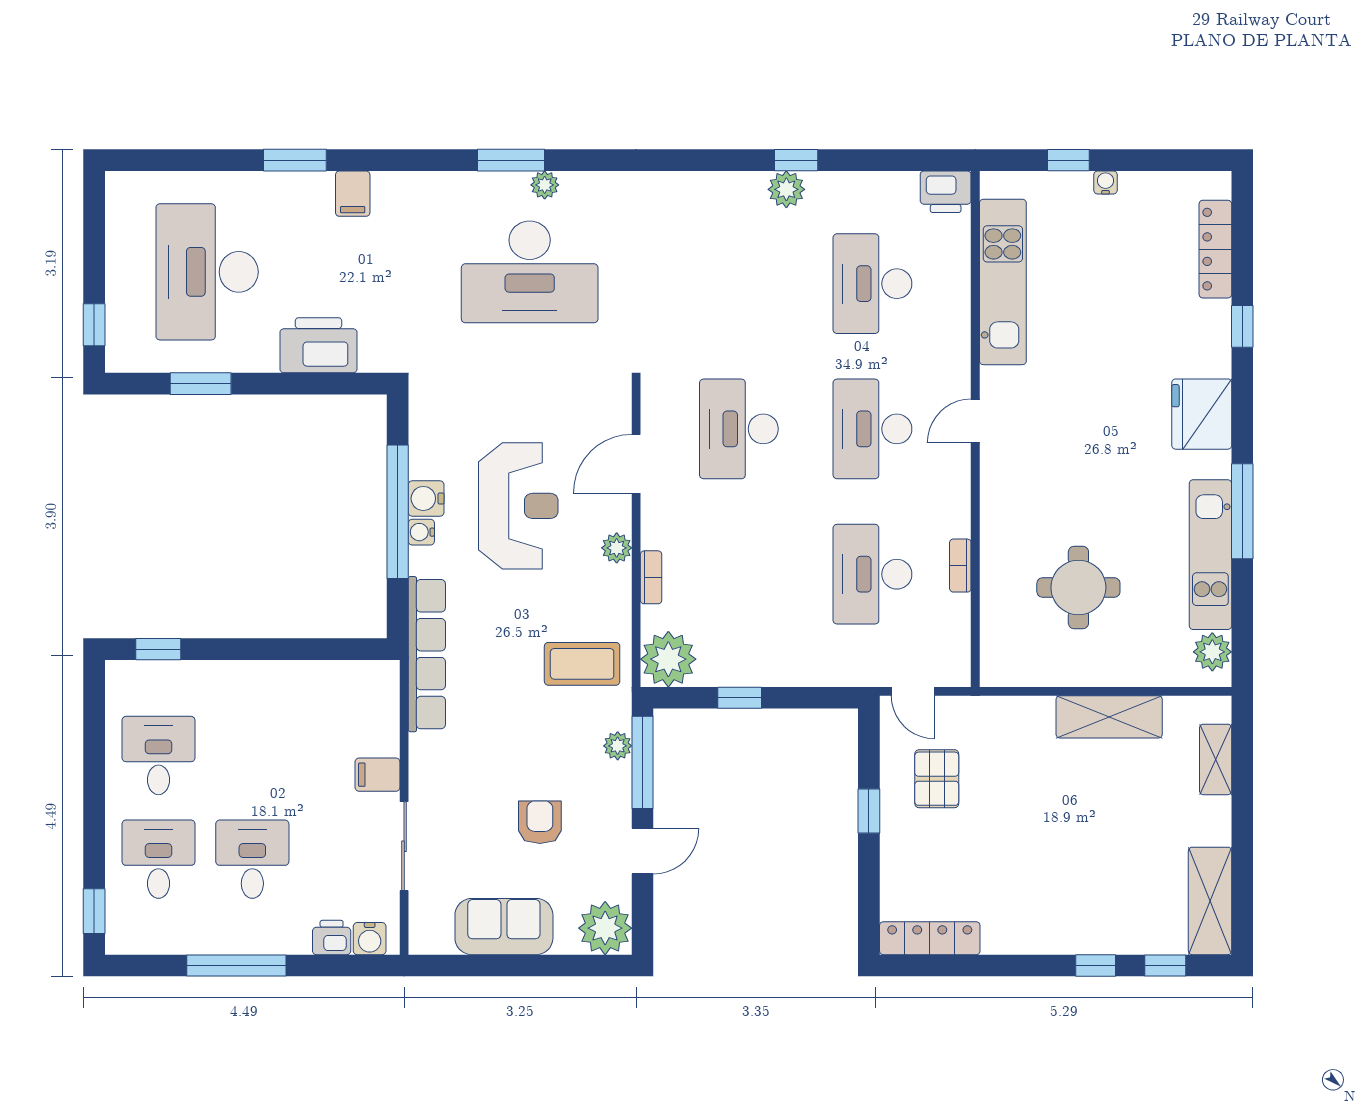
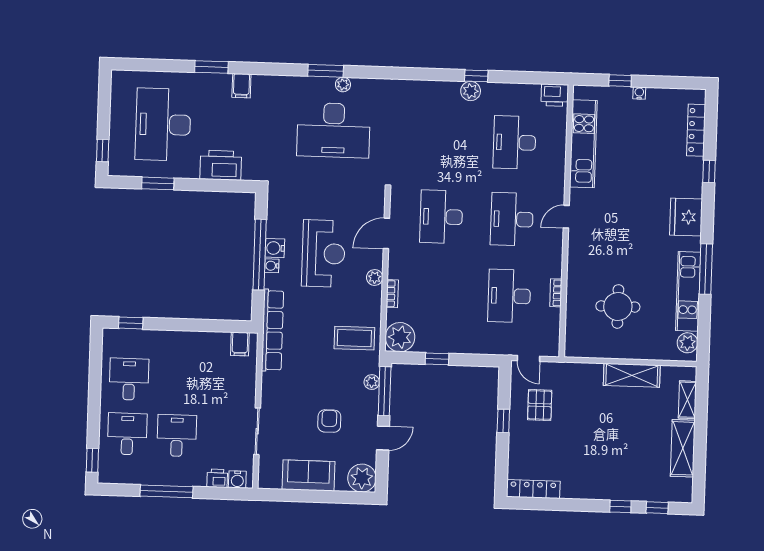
filing cabinet: (377, 775) -> (240, 344), moved, turned -90
shelving: (1210, 901) -> (683, 448), moved

